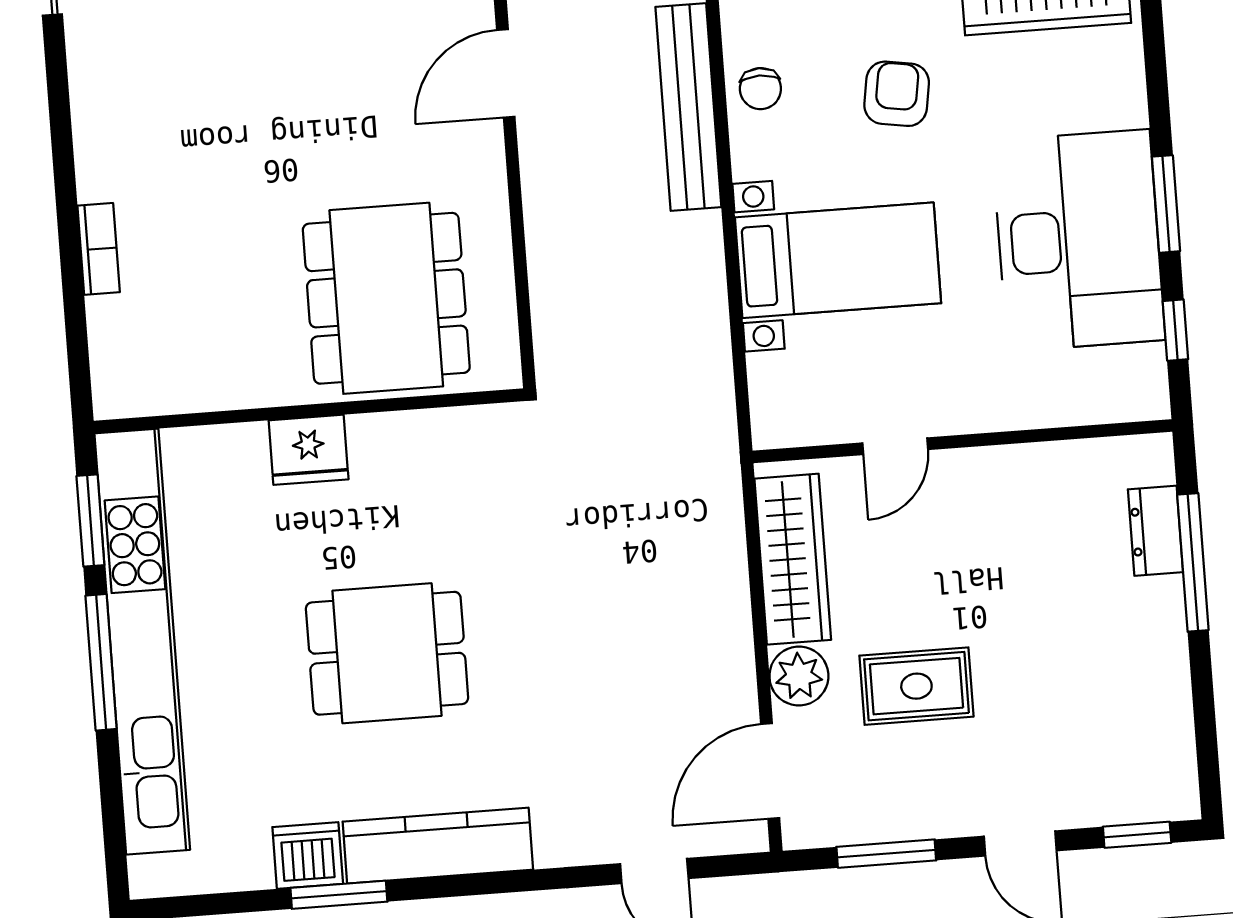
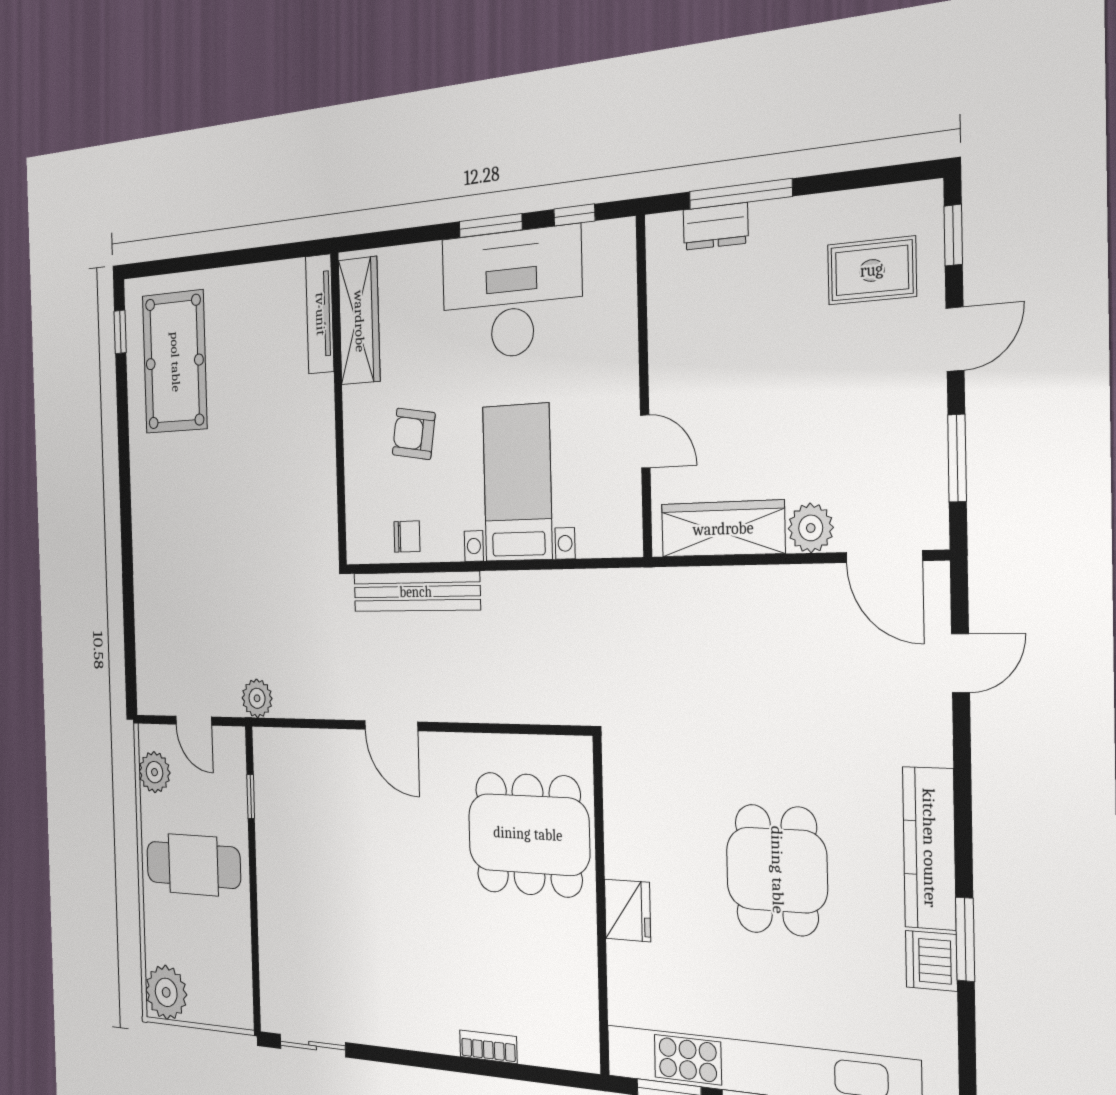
rug: (916, 686) -> (872, 270), moved, turned 90

